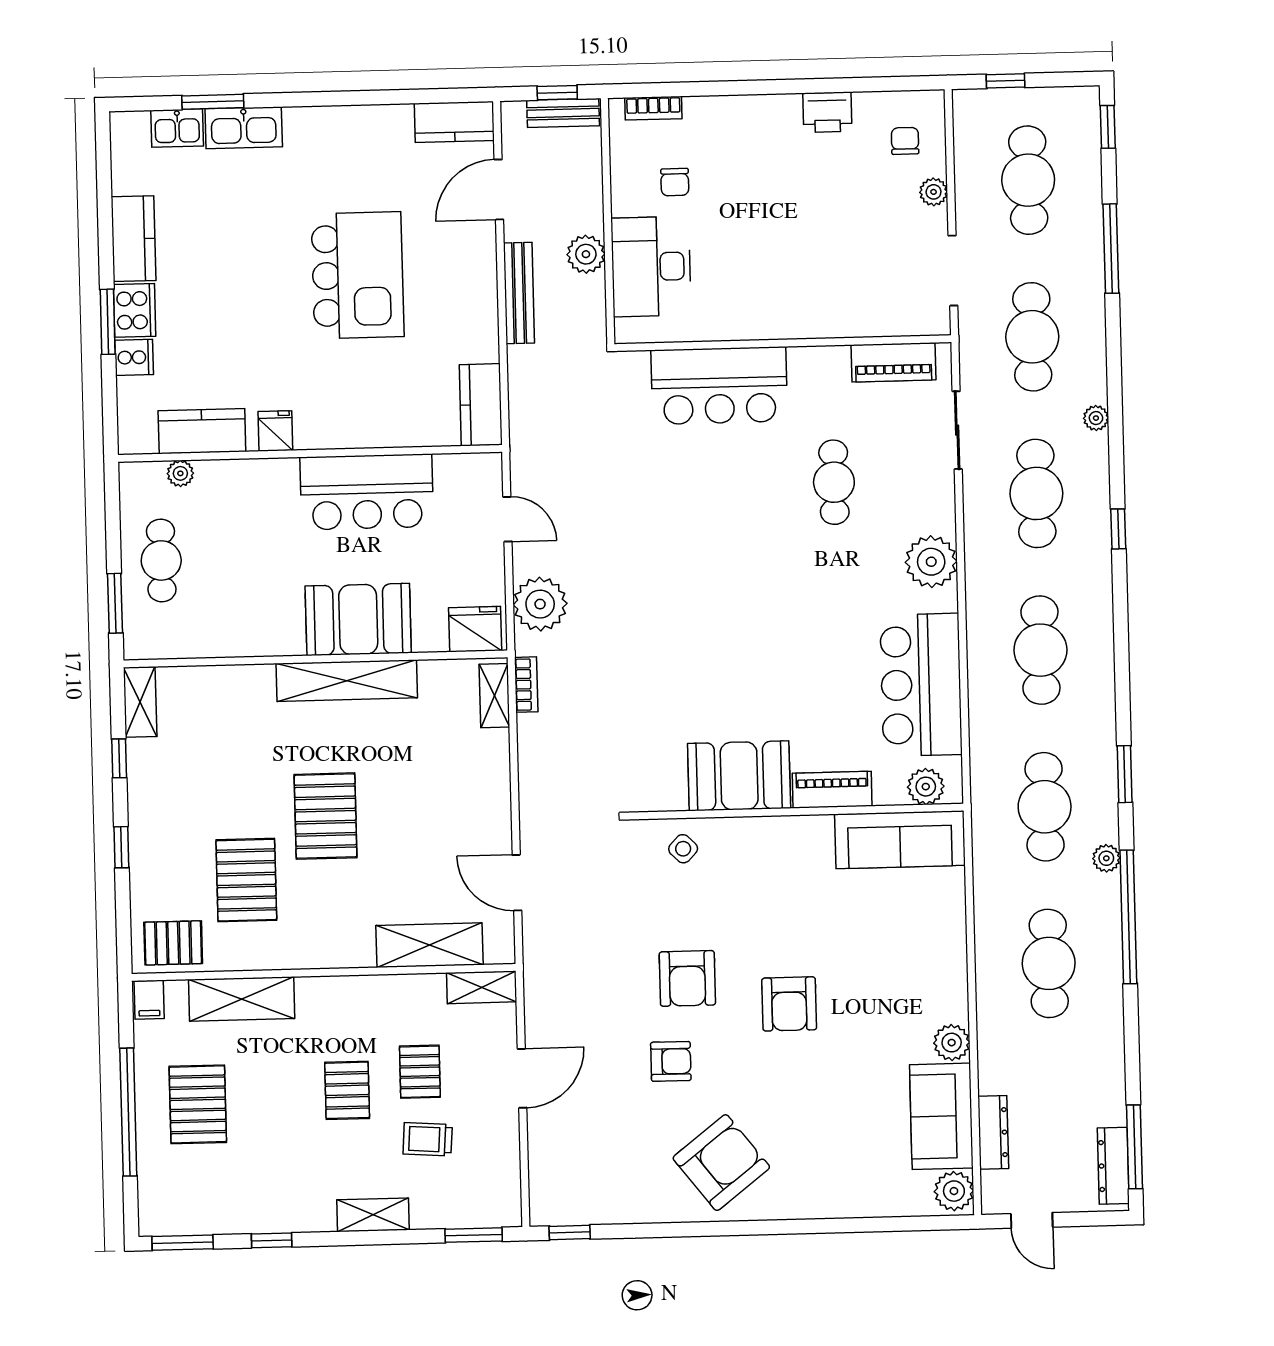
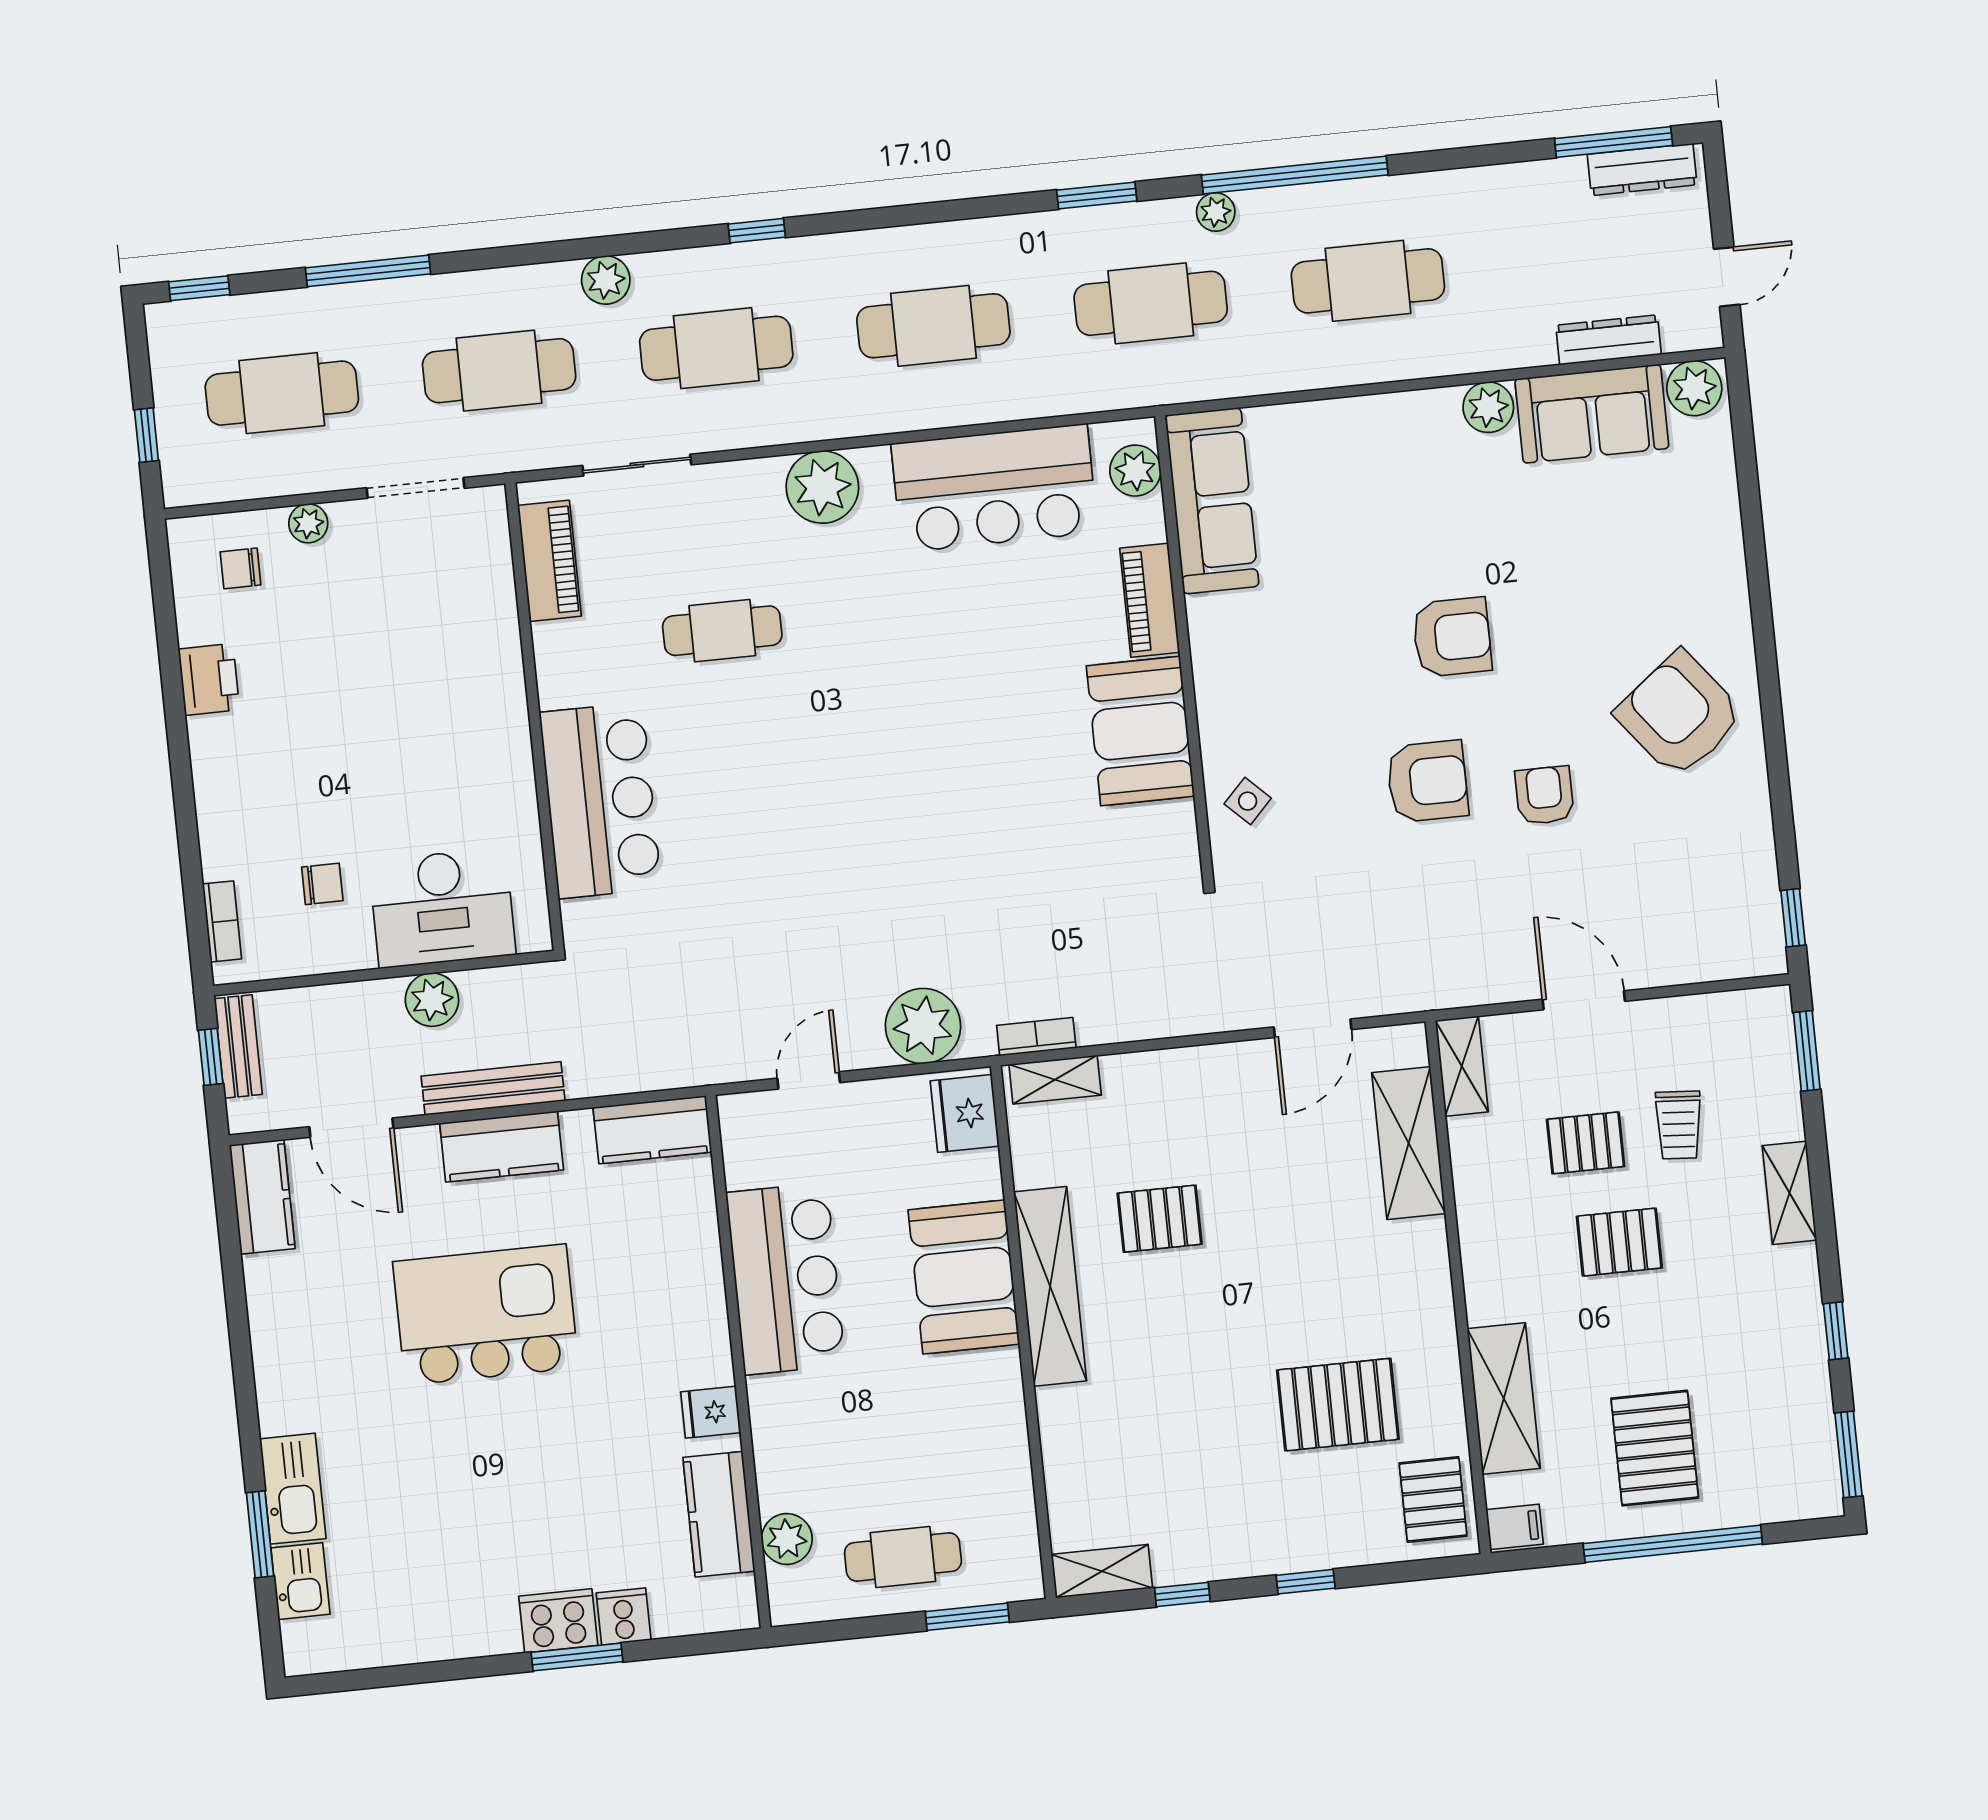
kitchen counter: (133, 239) -> (502, 1147), moved, turned 180
plant: (1096, 418) -> (606, 280), width x1.38, depth x1.38
plant: (180, 473) -> (787, 1539), width x1.38, depth x1.38
pallet: (326, 816) -> (1160, 1219), moved, width x0.67, depth x0.71
pallet: (198, 1104) -> (1655, 1448), turned 90

